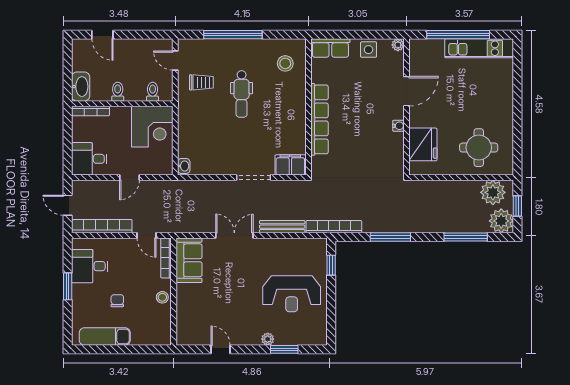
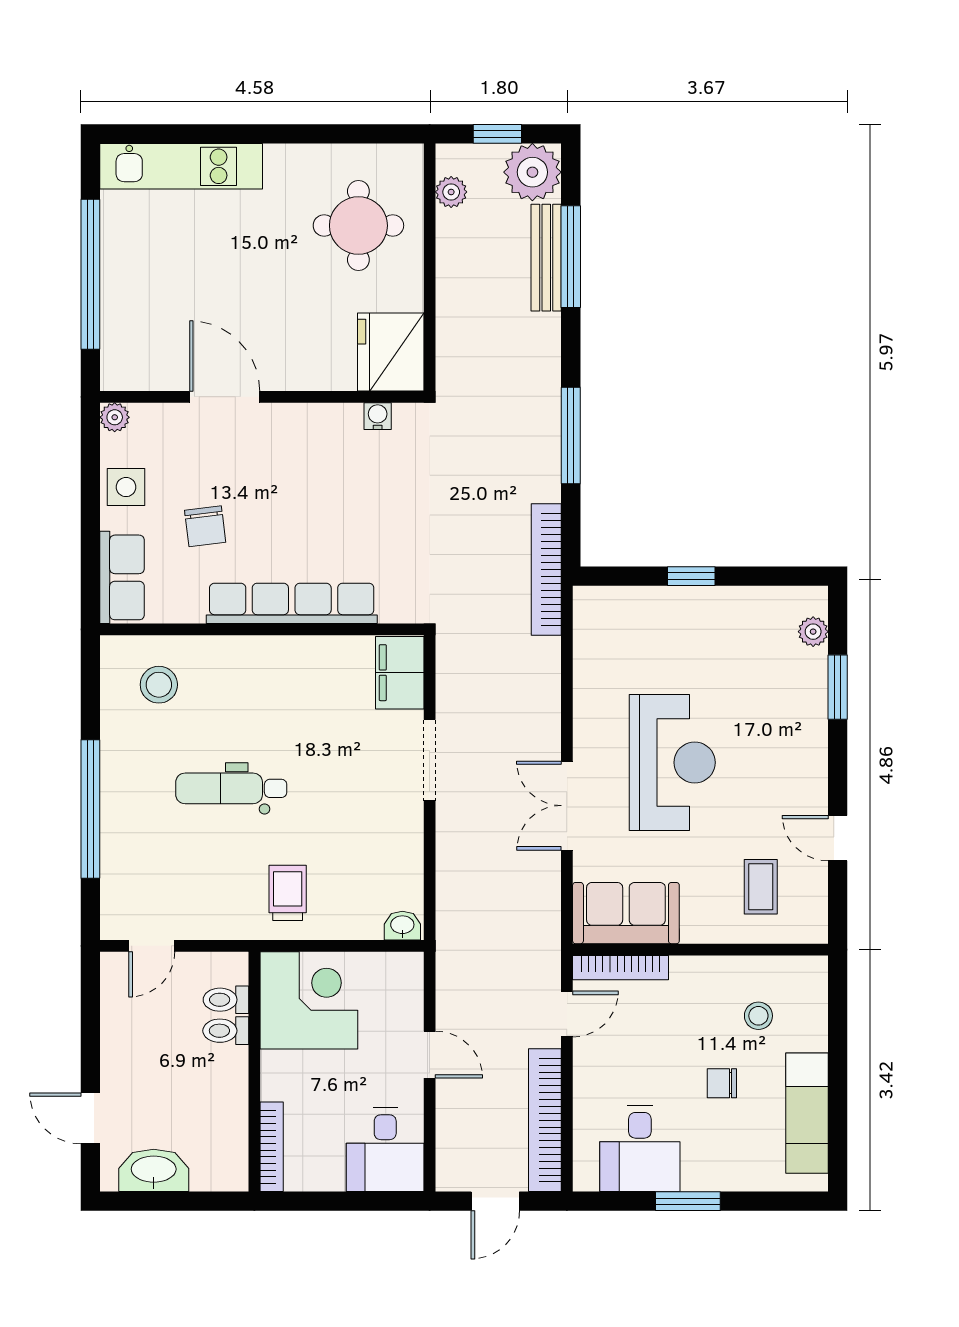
door: (102, 35) -> (90, 1118), swing flipped
kitchen unit: (479, 48) -> (181, 166), moved, turned 90
trolley: (201, 82) -> (288, 893), moved
chair: (352, 83) -> (205, 526), added
washbasin: (81, 87) -> (154, 1170), moved
toilet: (118, 92) -> (226, 1031), moved
dental chair: (242, 94) -> (231, 788), turned 180
water cooler: (398, 126) -> (378, 416), moved
fridge: (423, 144) -> (391, 352), moved, turned -90
plant: (493, 192) -> (451, 192), width x0.53, depth x0.53
bench: (282, 227) -> (546, 258), moved
window: (331, 265) -> (691, 576), moved
reception desk: (292, 294) -> (672, 763), moved
stool: (162, 297) -> (758, 1016), moved
coffee table: (200, 317) -> (761, 887), added
plant: (268, 339) -> (813, 632), moved
door: (221, 349) -> (838, 838), hinge flipped

